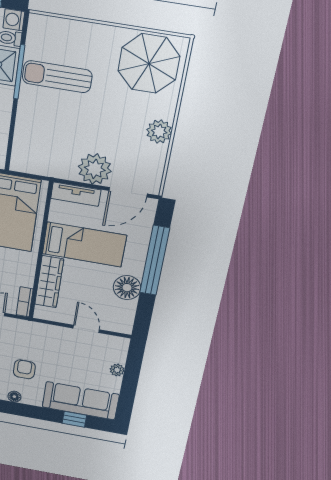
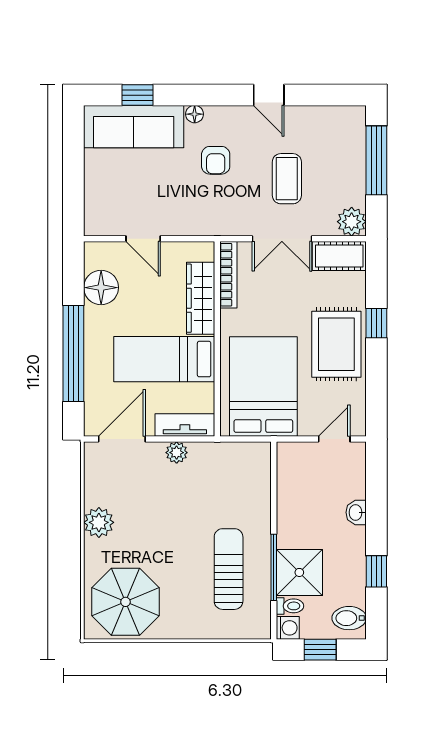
sun lounger: (57, 77) -> (229, 569), turned -90
plant: (95, 169) -> (177, 453), width x0.53, depth x0.53
floor lamp: (127, 288) -> (101, 288), moved
bookcase: (25, 302) -> (228, 275), width x1.56
plant: (117, 370) -> (93, 185), removed
floor lamp: (14, 397) -> (195, 114), moved

